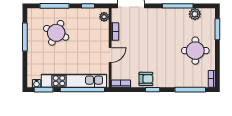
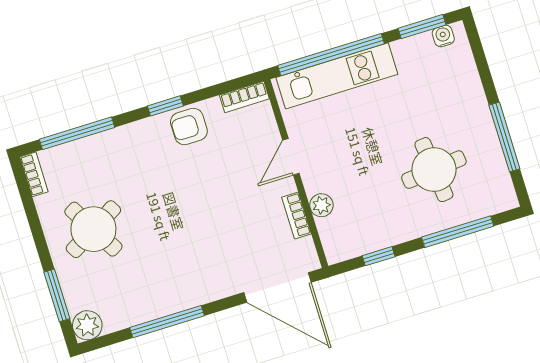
plant: (195, 14) -> (87, 325), moved
plant: (104, 17) -> (321, 205), moved
round table: (56, 33) -> (434, 170), turned -31
round table: (195, 51) -> (93, 229), turned -30
kitchen unit: (74, 81) -> (337, 76), width x0.73

